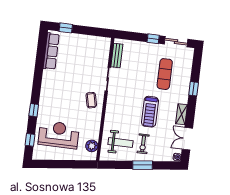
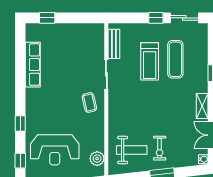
row of seats: (51, 51) -> (33, 65), moved
treadmill: (150, 112) -> (150, 61), moved
reception desk: (59, 135) -> (55, 150), turned 180

